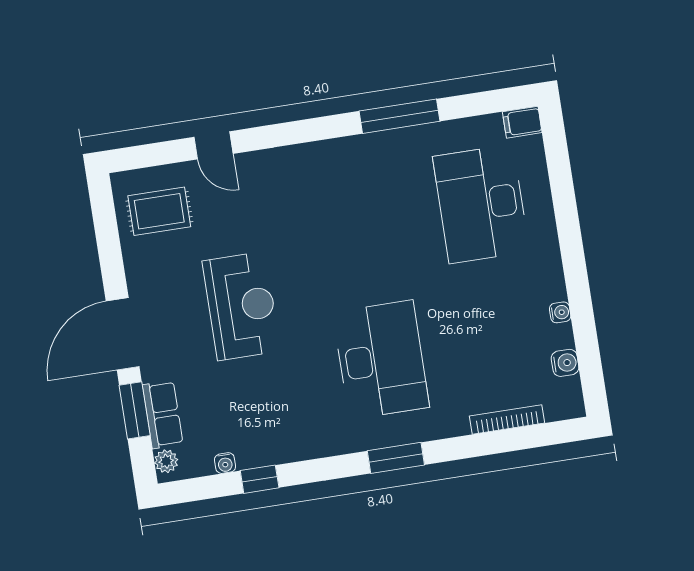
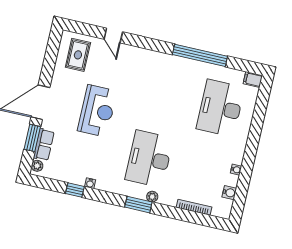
window: (399, 116) -> (200, 55), width x1.46
rug: (159, 211) -> (78, 55), turned 90
desk: (381, 360) -> (149, 159), turned 180
plant: (417, 431) -> (152, 197), added
water cooler: (225, 463) -> (90, 183), moved

